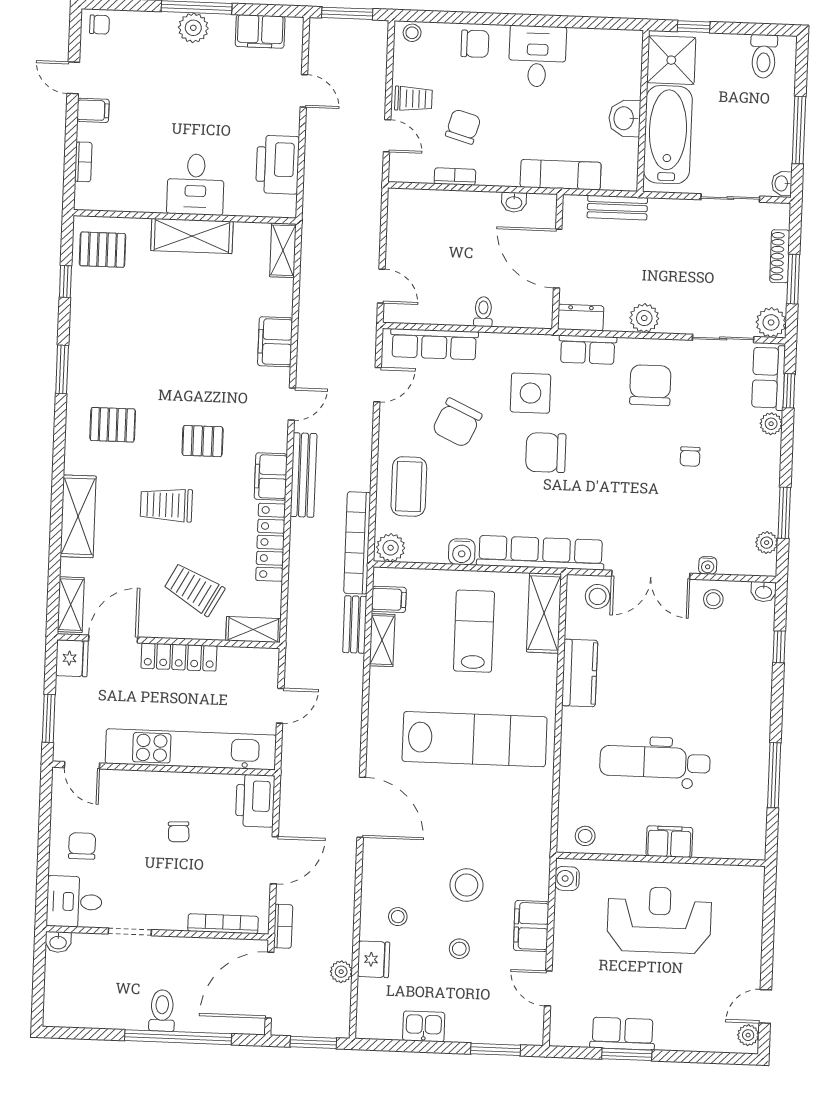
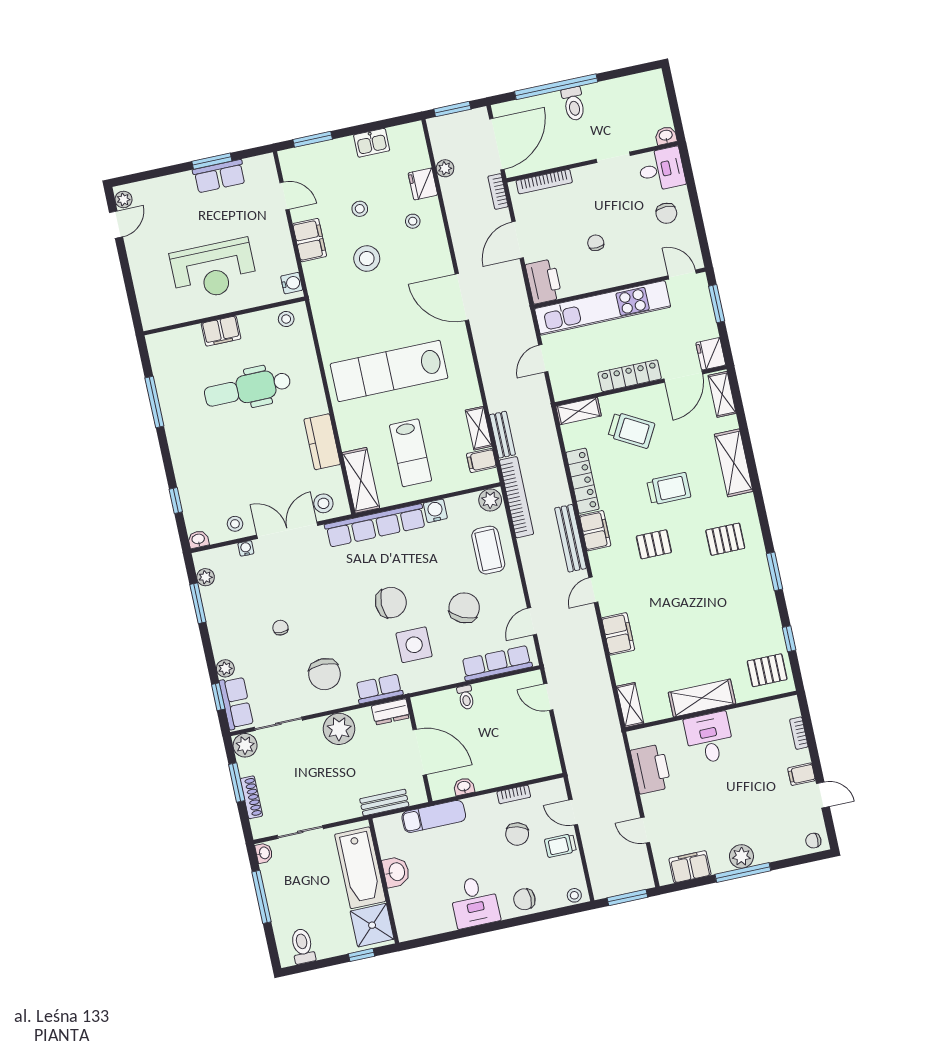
plant: (644, 318) -> (339, 729), width x1.36, depth x1.36
dental chair: (655, 762) -> (248, 389), turned 180

